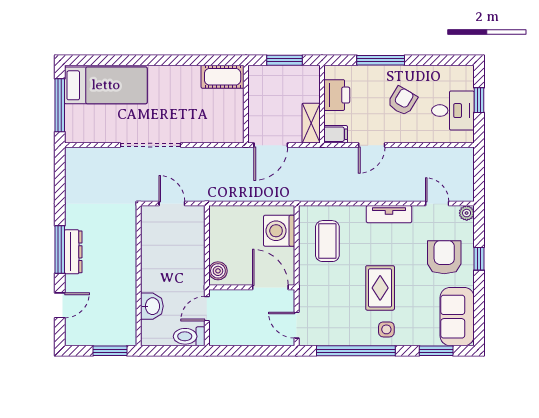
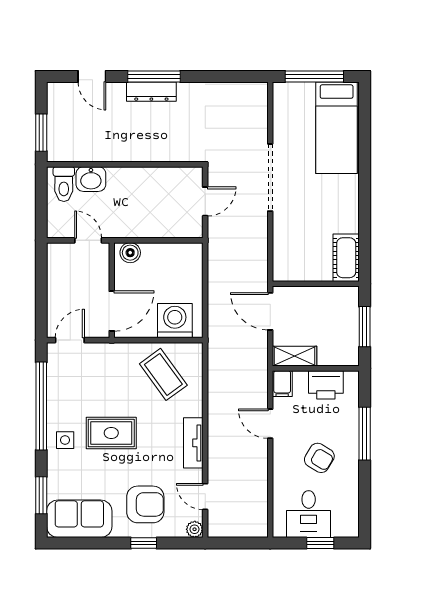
door: (437, 204) -> (205, 497), swing flipped
coffee table: (327, 241) -> (163, 374), turned 54
toilet: (189, 336) -> (64, 184), moved, turned 180

